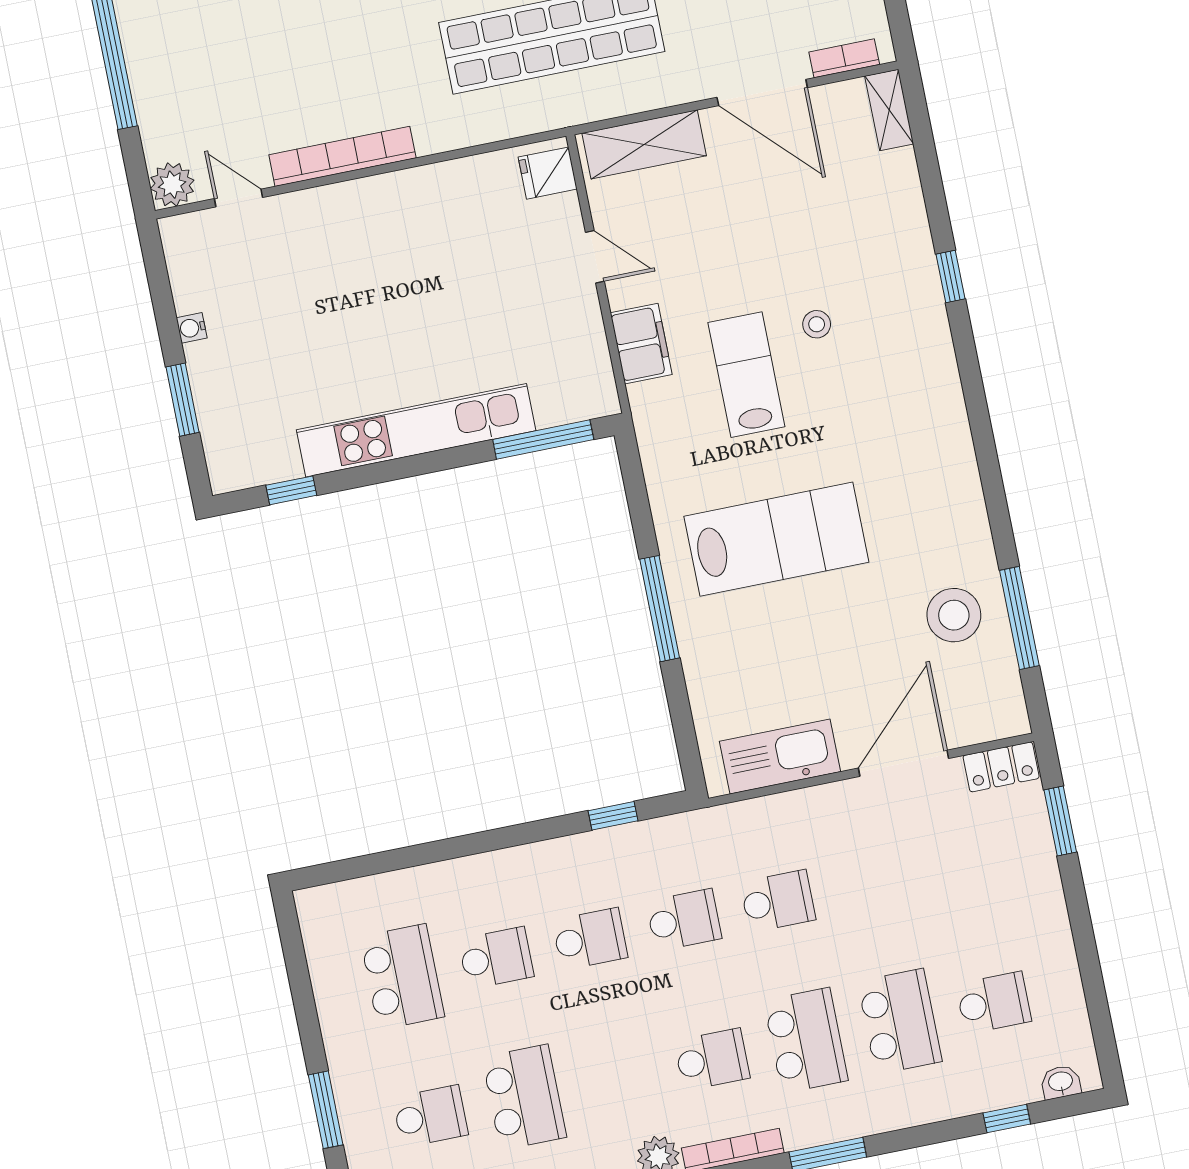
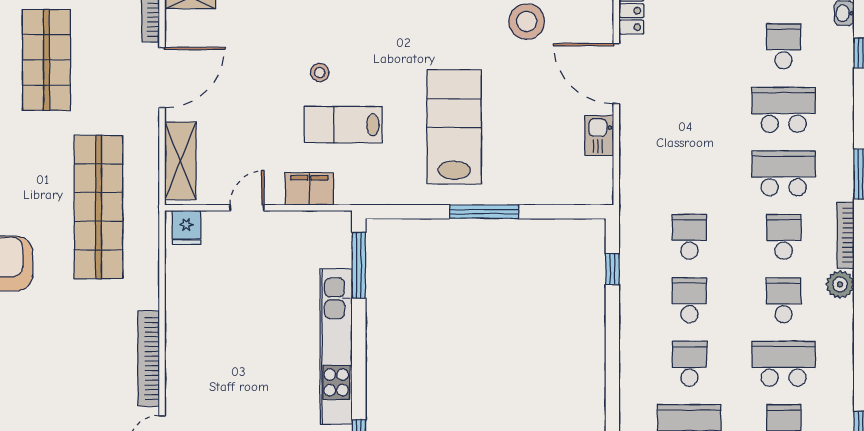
kitchen sink: (780, 757) -> (599, 136), width x0.53, depth x0.81
school desk: (778, 901) -> (784, 300), moved

